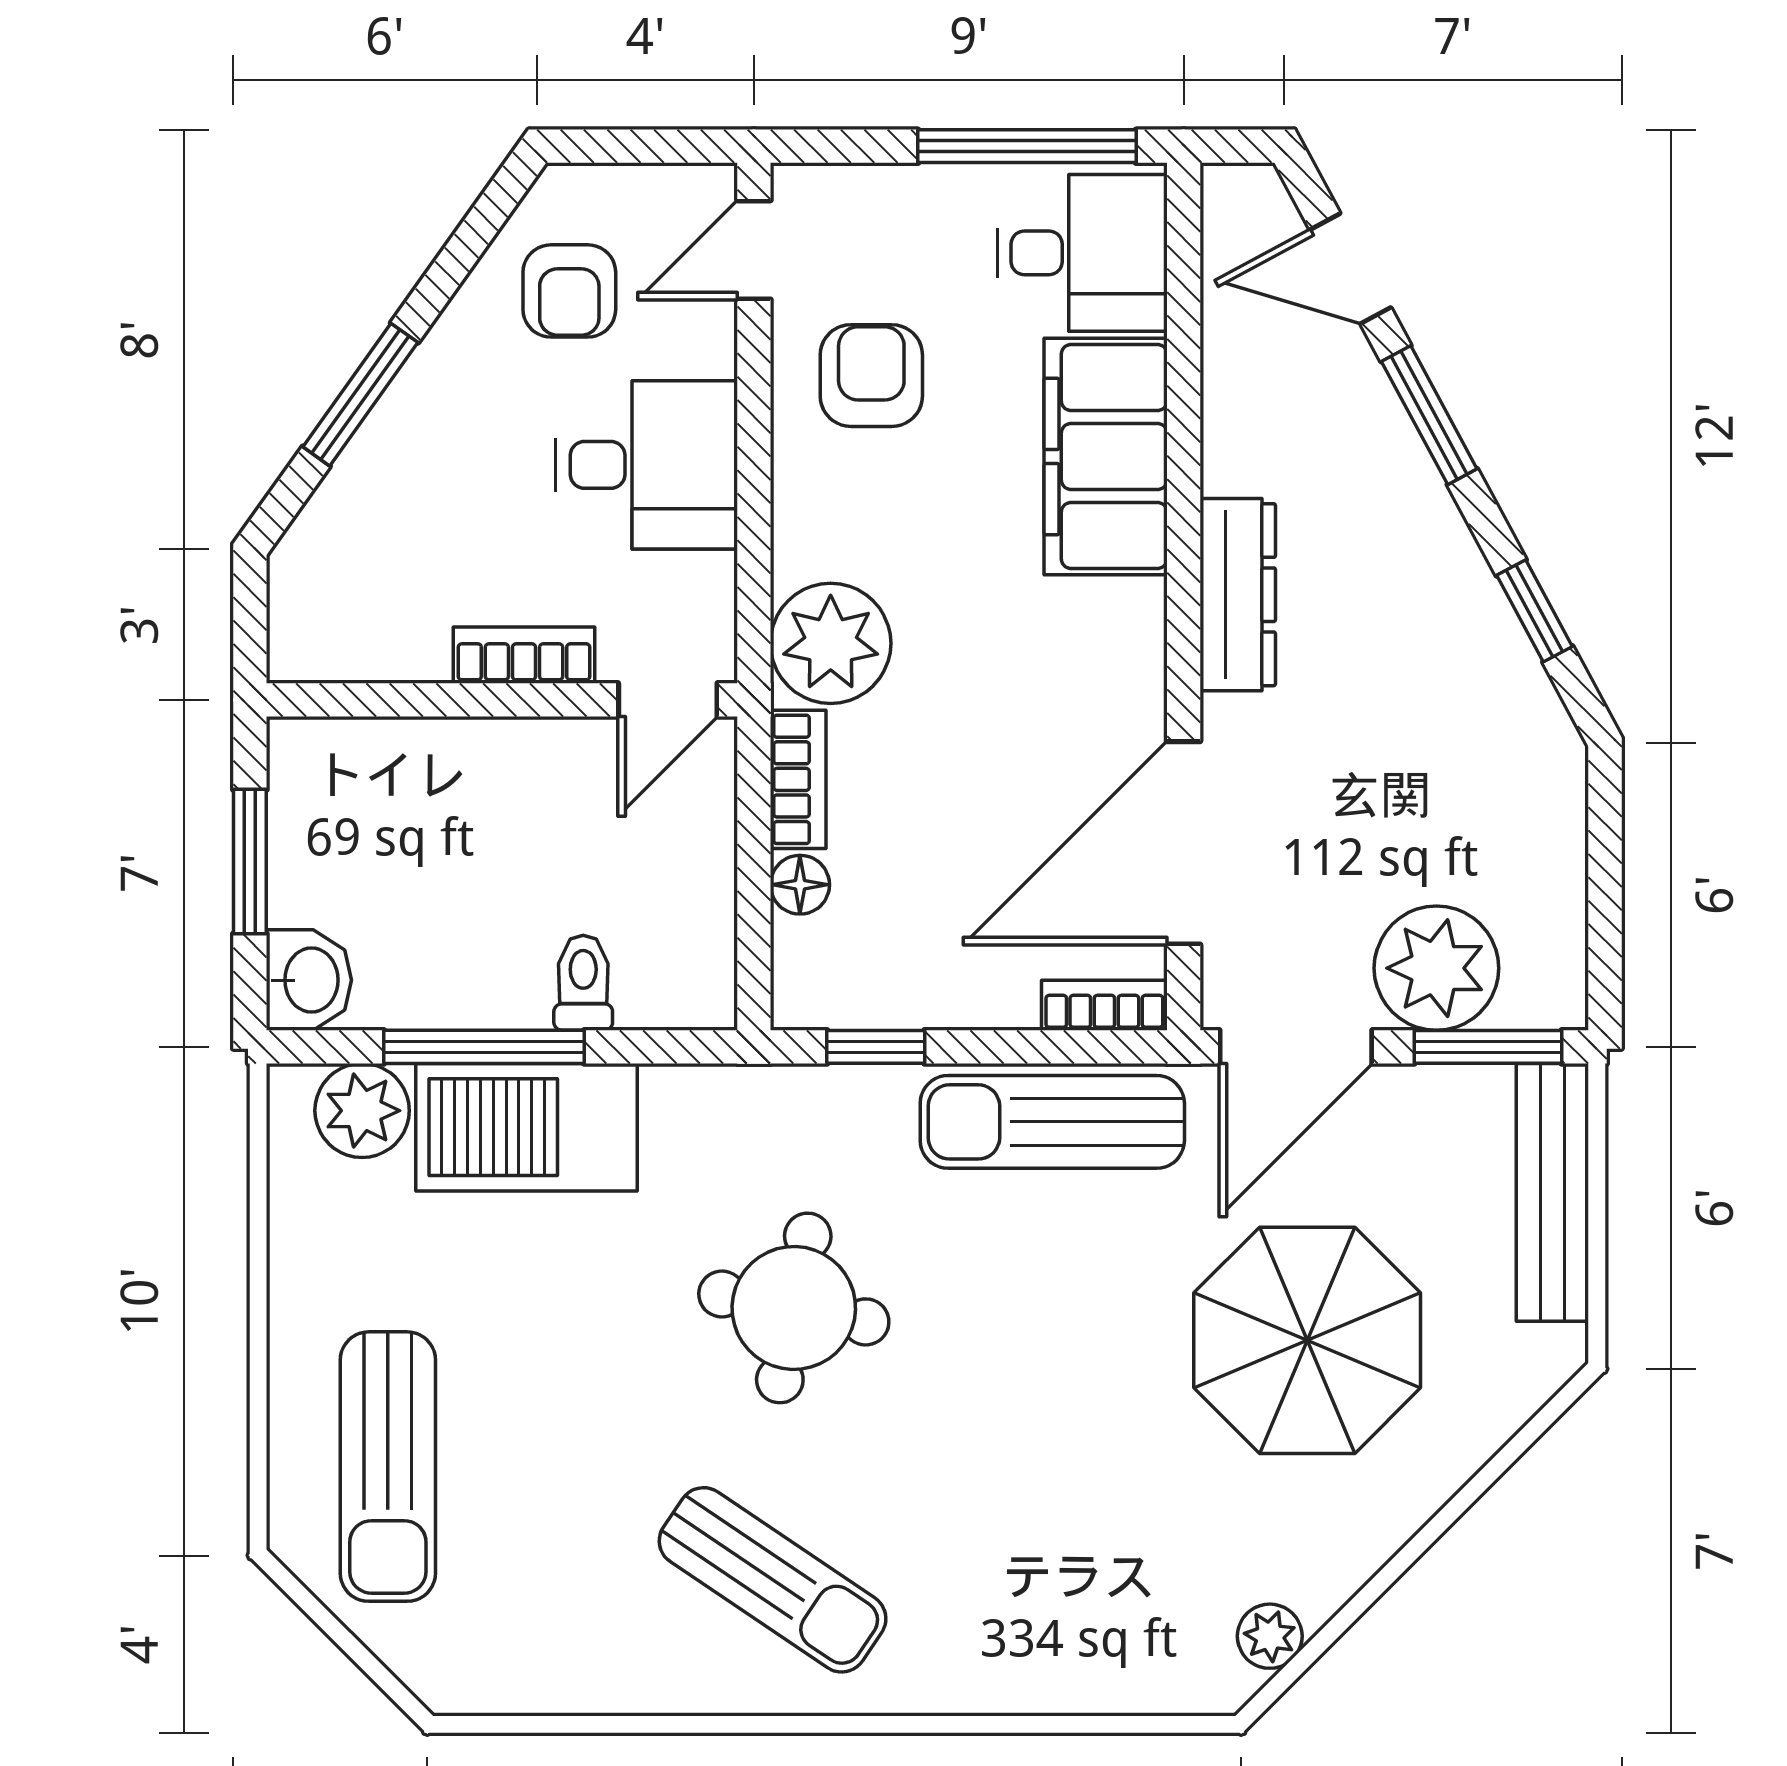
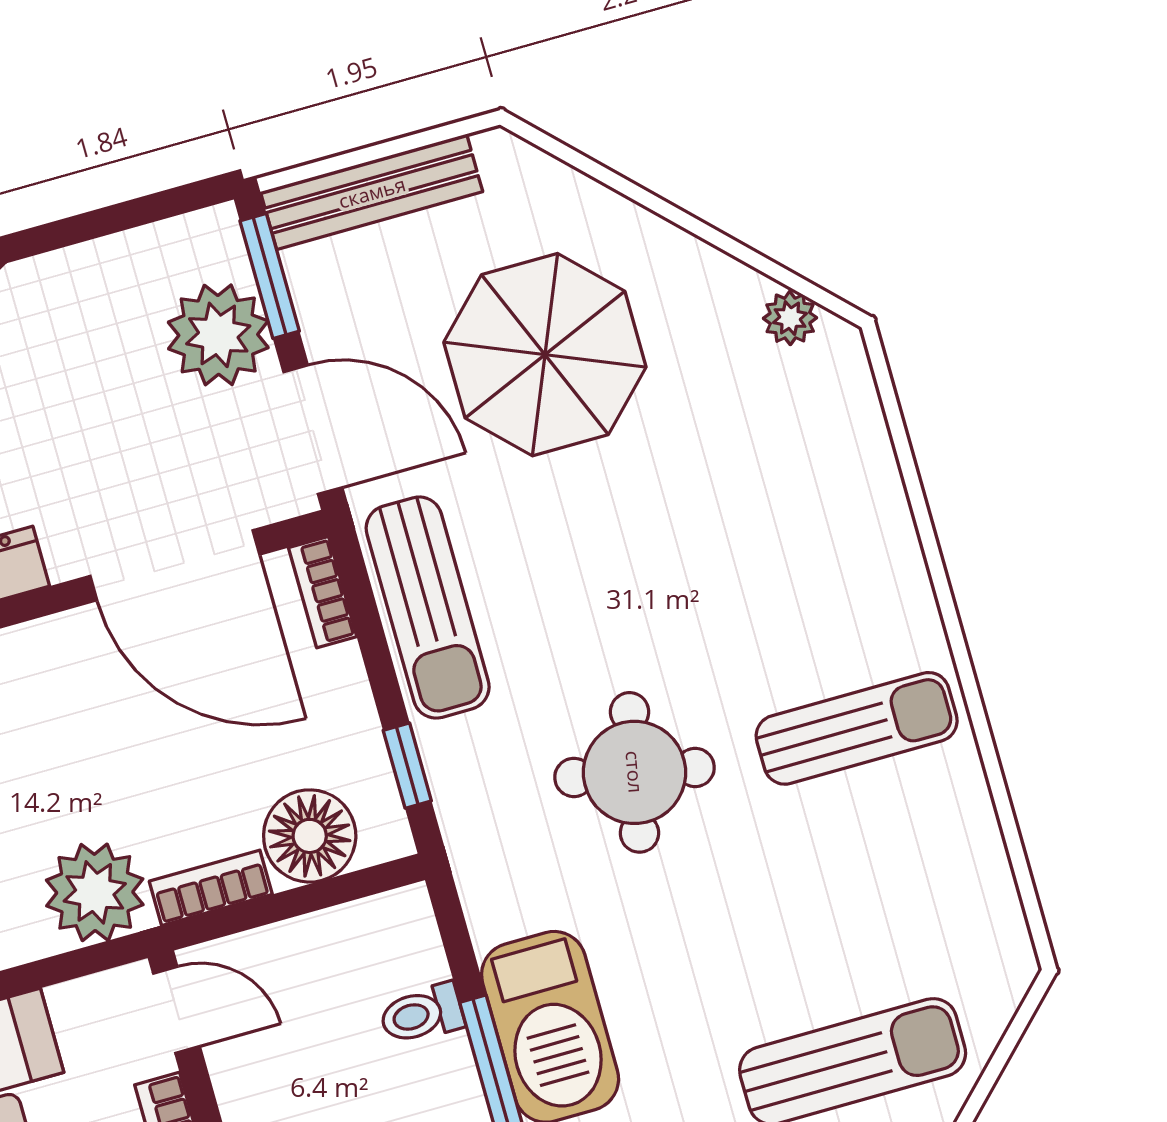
floor lamp: (800, 885) -> (310, 836), width x1.89, depth x1.89
sun lounger: (773, 1580) -> (857, 728), turned 56

